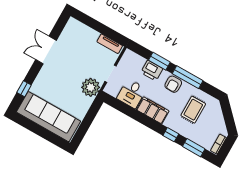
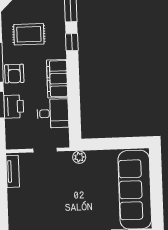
armchair: (173, 84) -> (14, 74), turned 90
plant: (91, 87) -> (79, 157), width x0.53, depth x0.53

